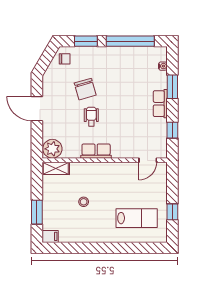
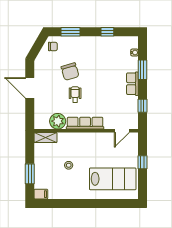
window: (130, 41) -> (107, 32), width x0.32
plant: (52, 149) -> (58, 121), moved
row of seats: (96, 151) -> (85, 123), width x1.48
window: (172, 212) -> (142, 162), moved
lab bench: (137, 218) -> (113, 179), width x1.36, depth x1.39

